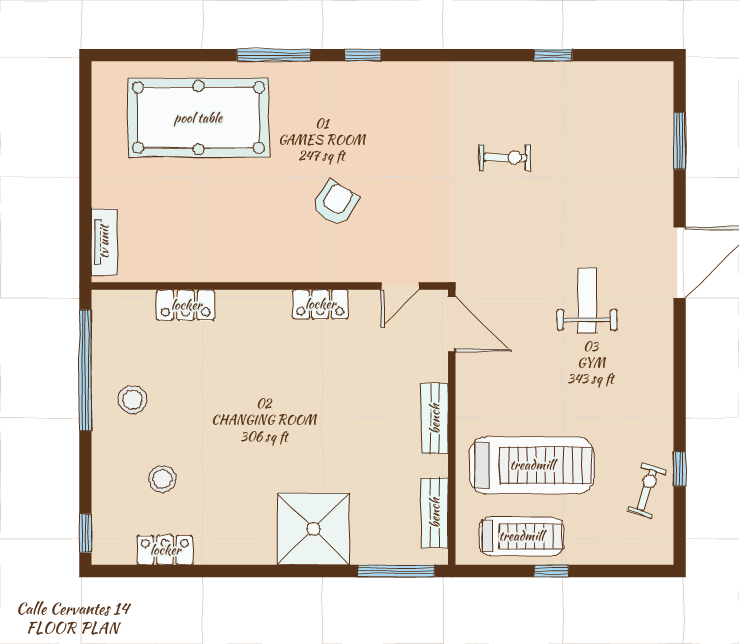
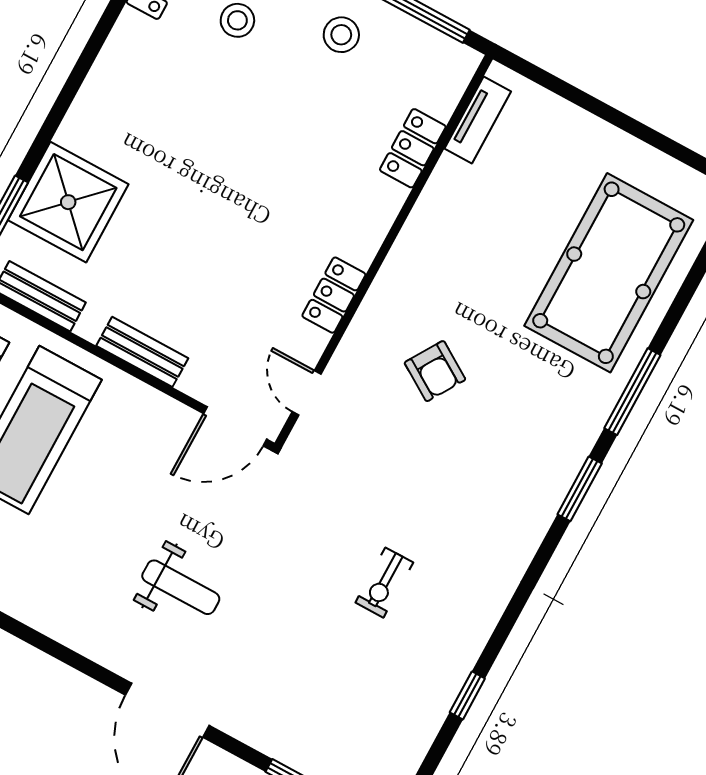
window: (363, 55) -> (580, 489), width x1.50
tv unit: (104, 242) -> (478, 120), moved, turned -90
shower: (313, 529) -> (68, 202), moved

